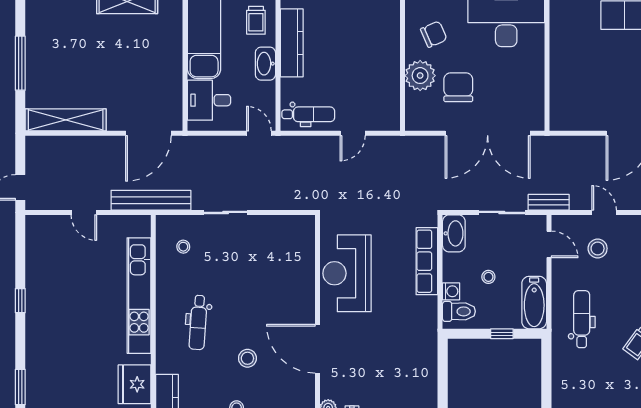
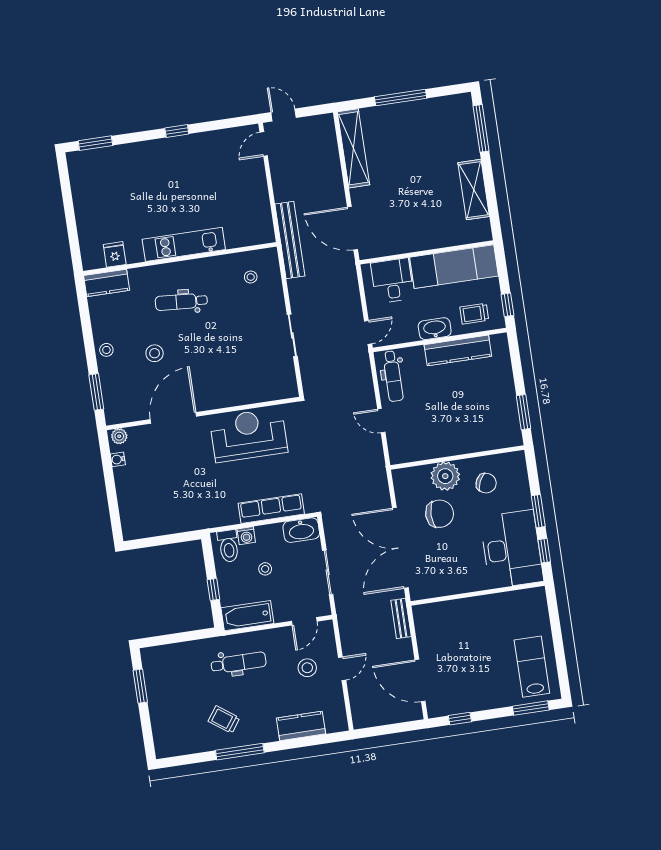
chair: (434, 34) -> (486, 483), turned -41
bench: (549, 202) -> (401, 618), moved
door: (84, 212) -> (264, 144), moved
sliding door: (226, 212) -> (292, 335), moved
kitchen unit: (139, 296) -> (184, 244), width x0.73
fridge: (135, 384) -> (115, 254), width x0.53, depth x0.75

